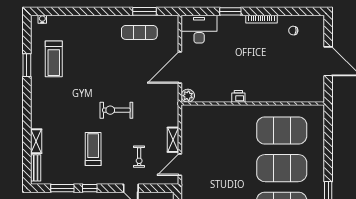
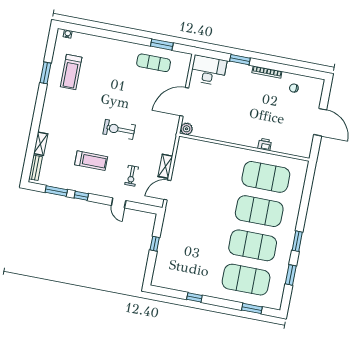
printer: (238, 96) -> (265, 144), moved
treadmill: (93, 149) -> (91, 161), turned 90

